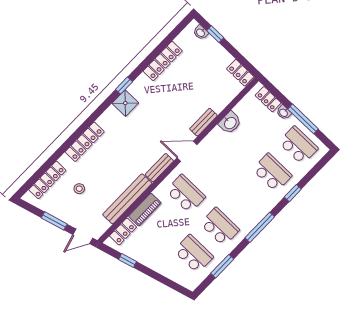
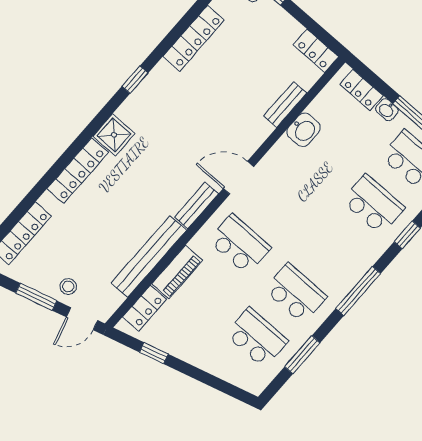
shower: (125, 103) -> (114, 135), moved
bench: (203, 122) -> (285, 105), moved
stool: (79, 189) -> (68, 286), moved

